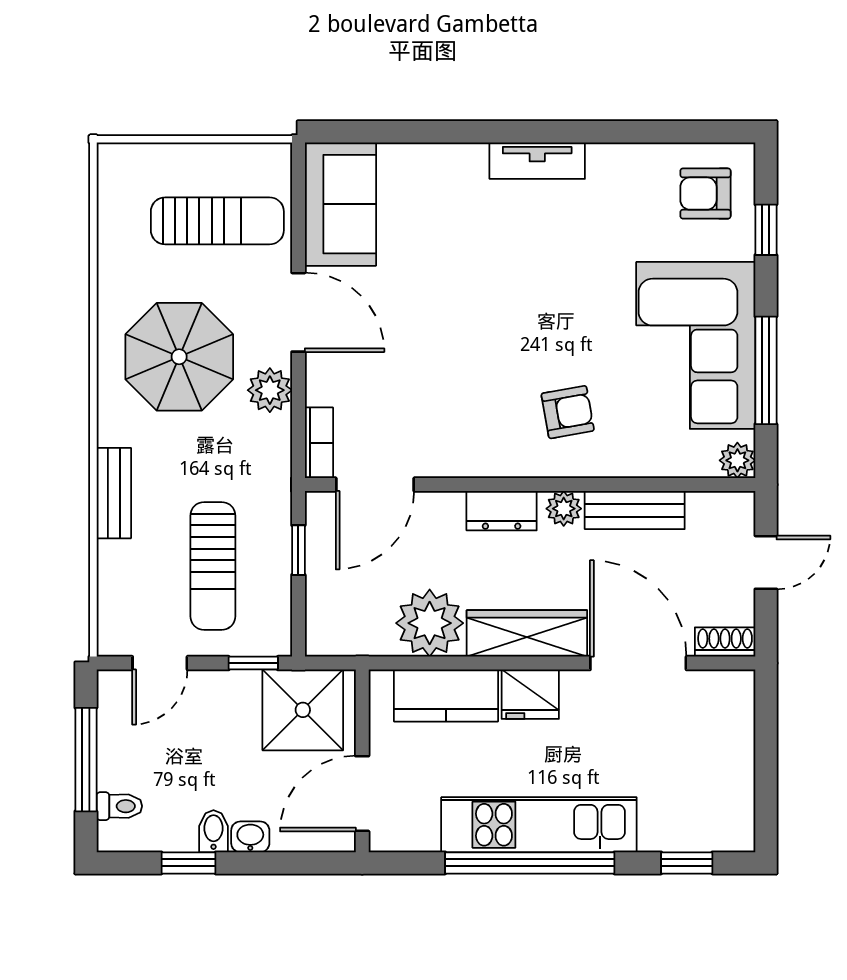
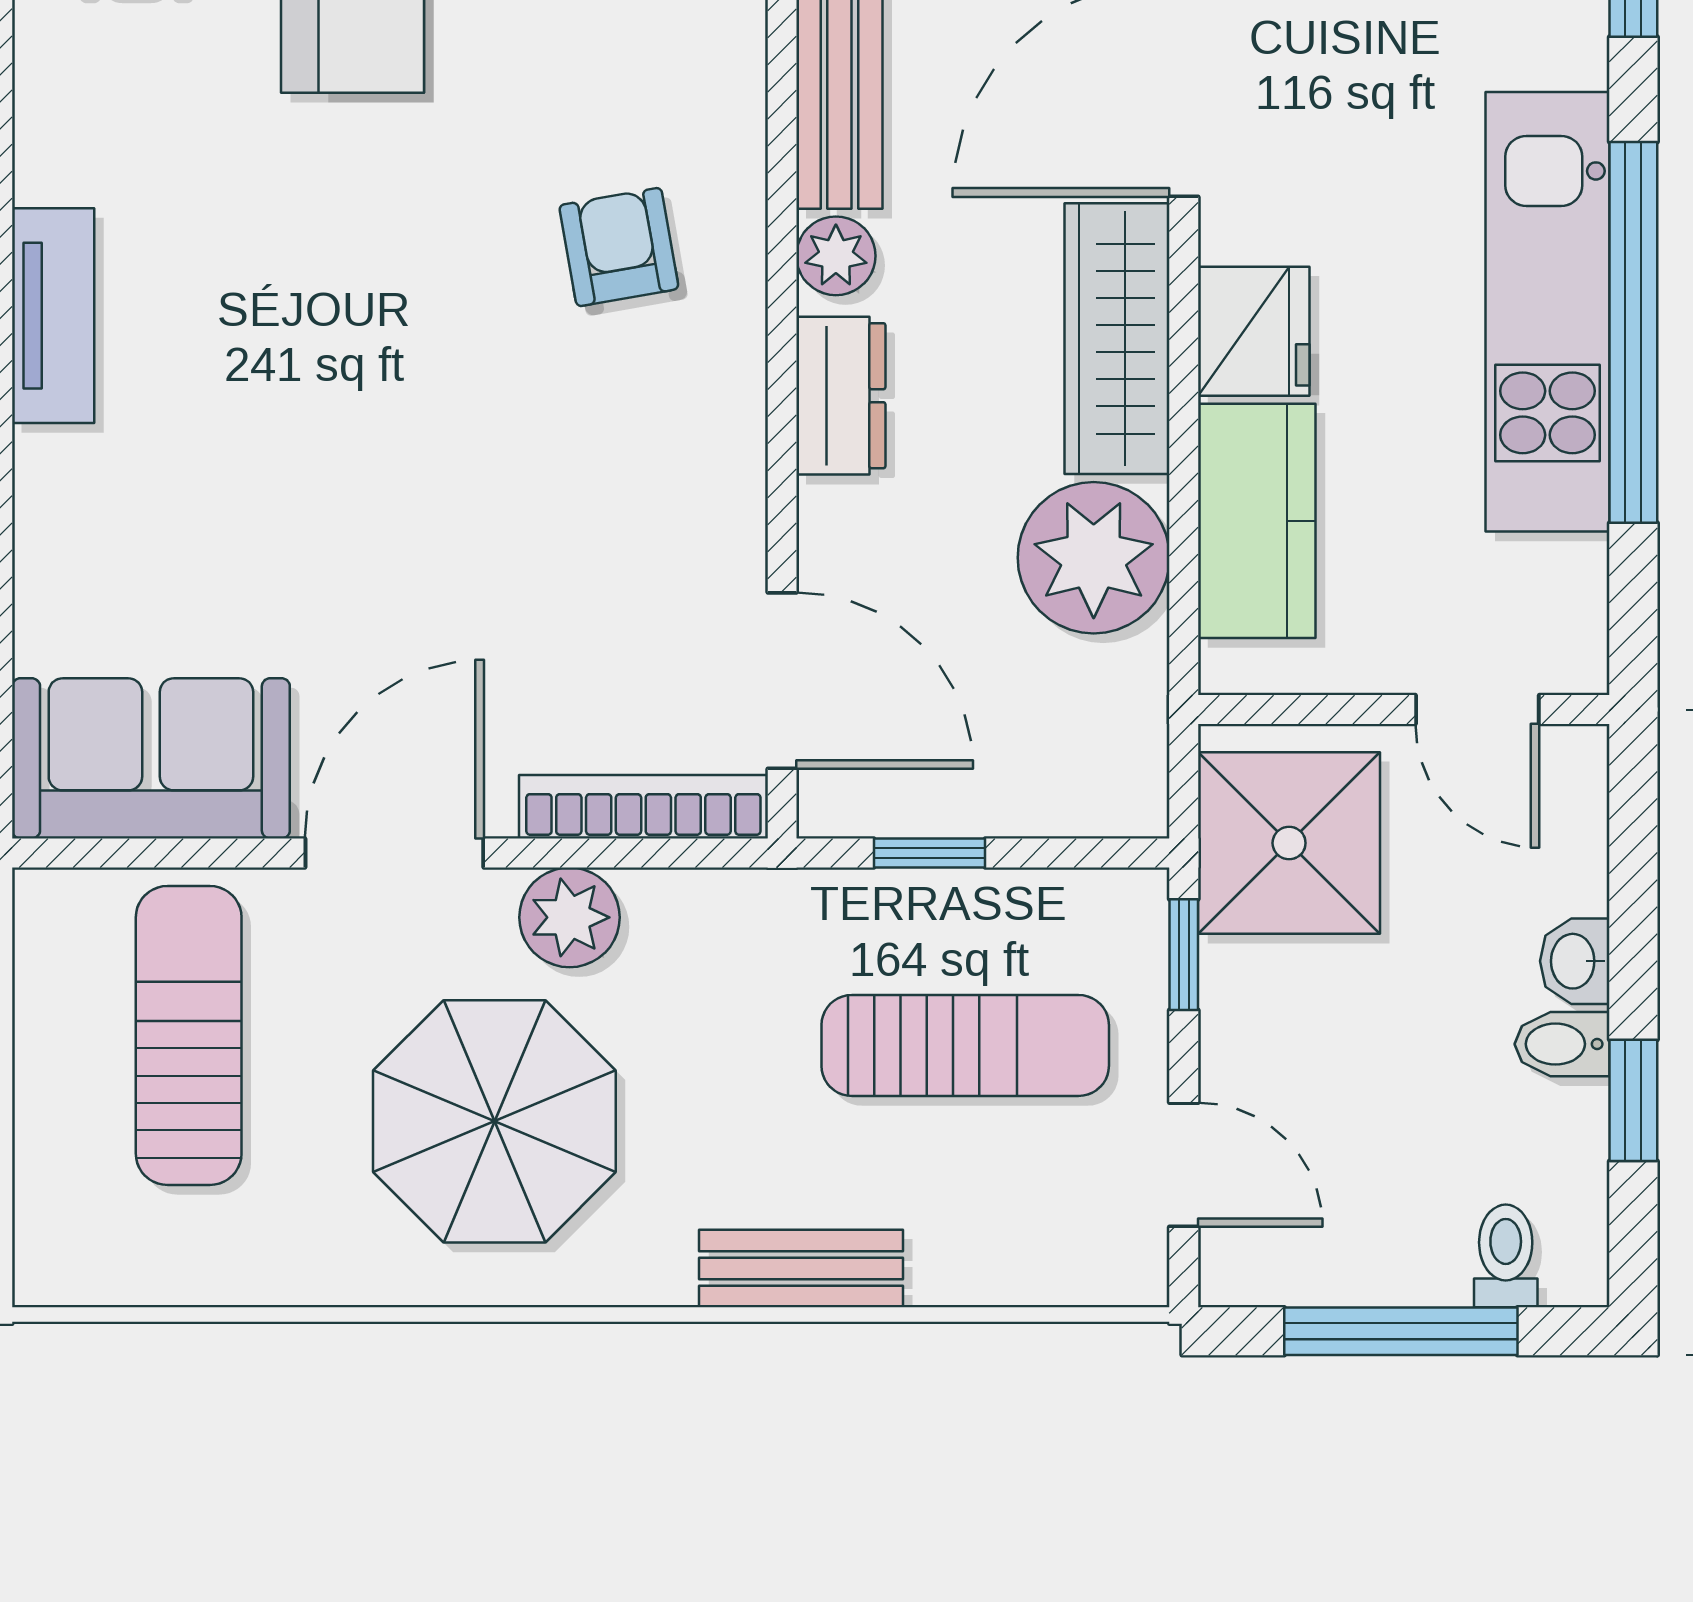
bookcase: (319, 443) -> (643, 807), width x1.56
door: (362, 794) -> (1477, 709), width x0.73

